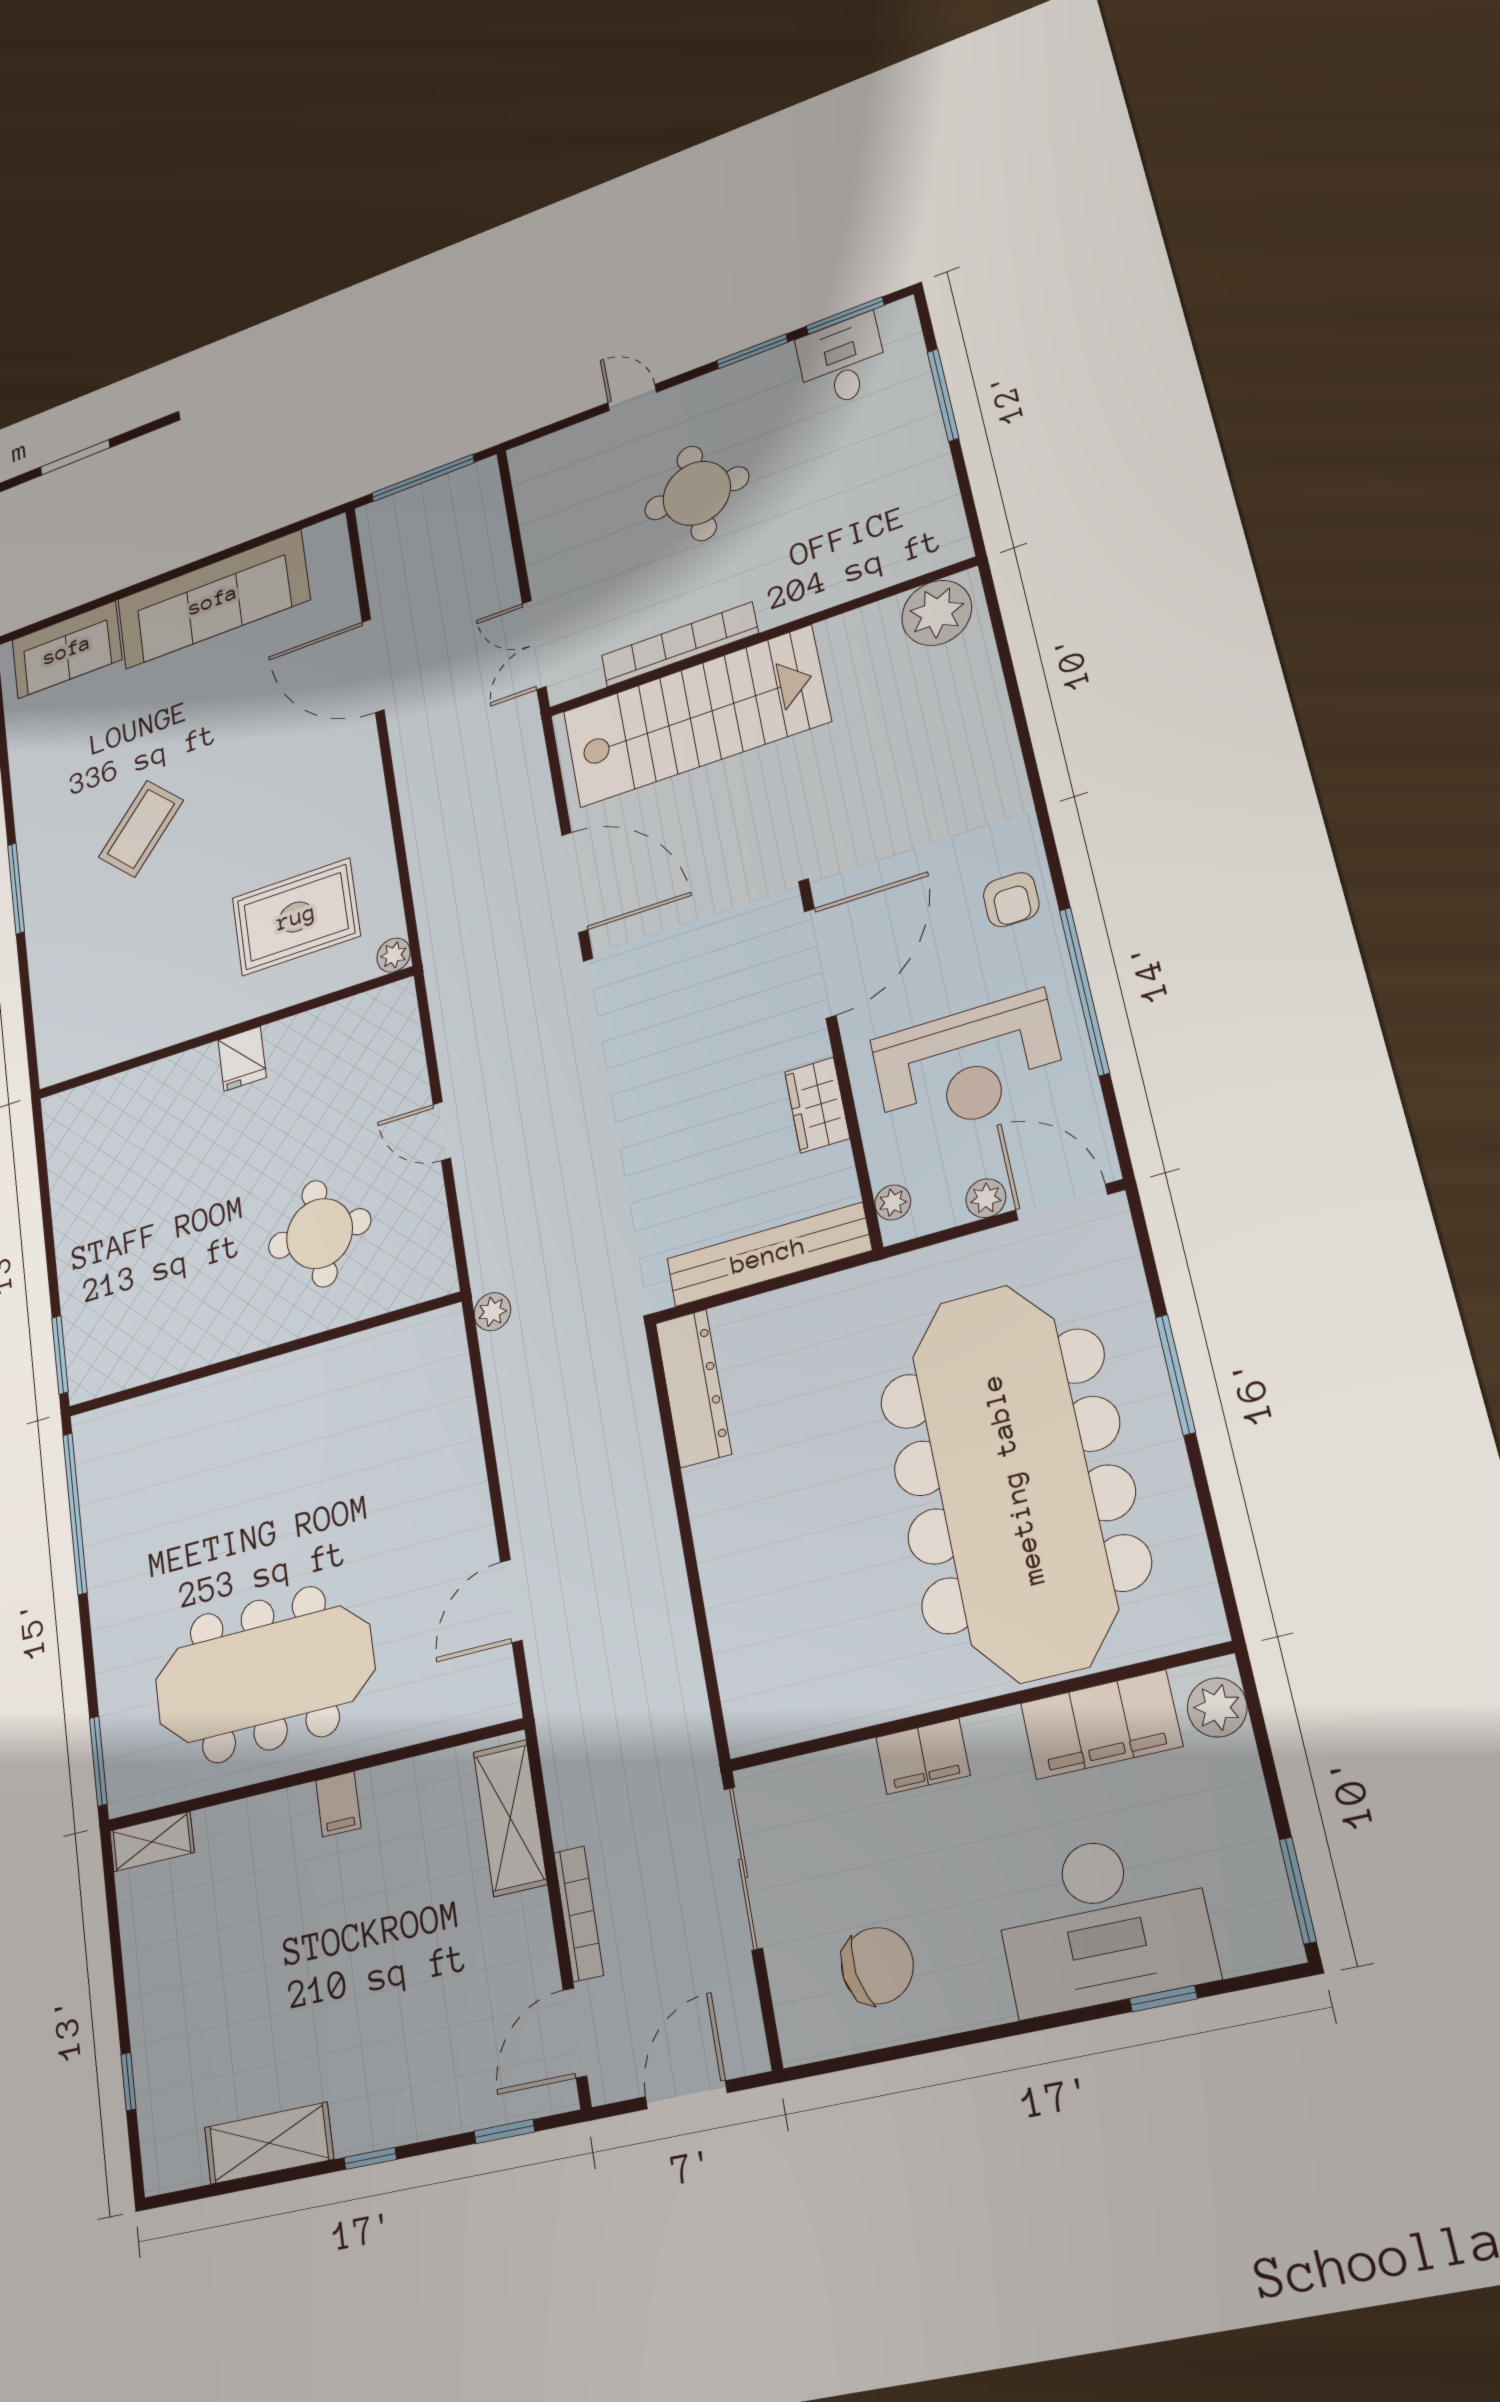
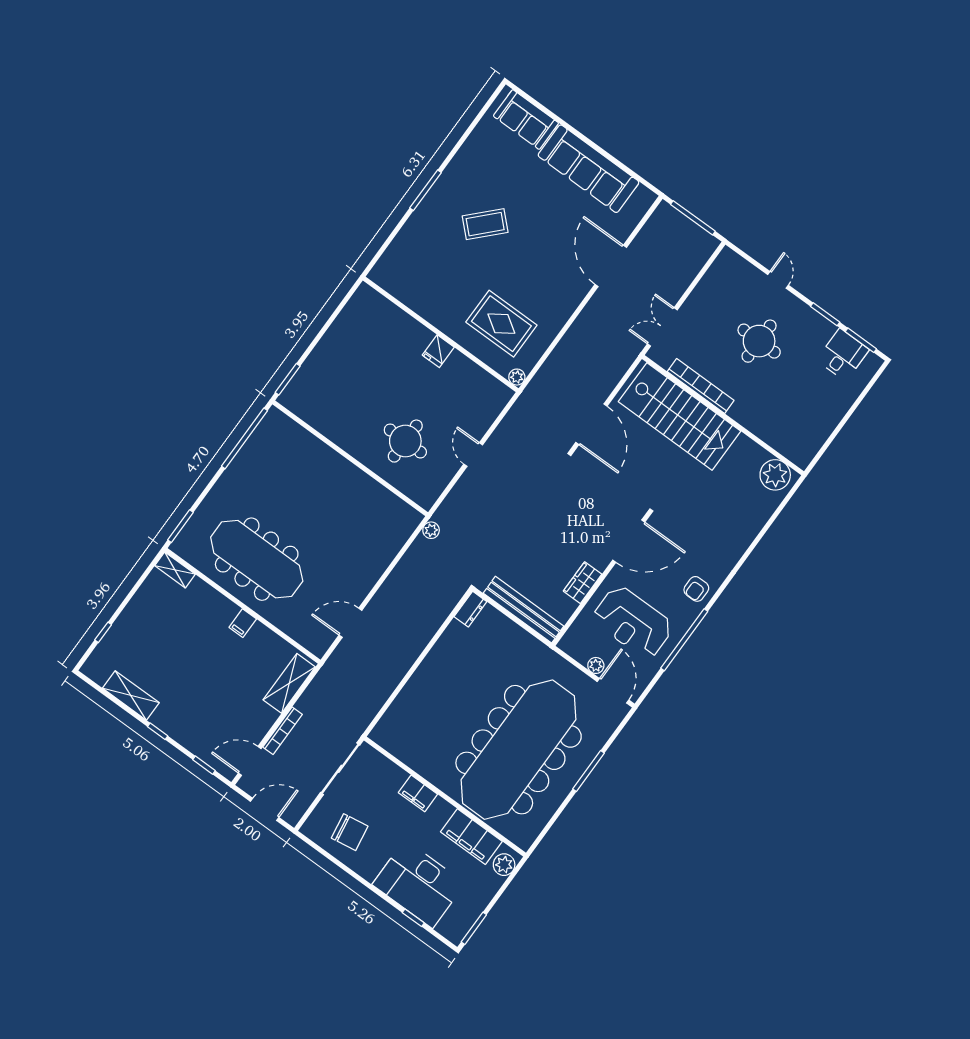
window: (943, 395) -> (854, 406), removed
plant: (893, 1202) -> (571, 636), removed
dresser: (693, 1388) -> (470, 609), width x0.51, depth x0.80

